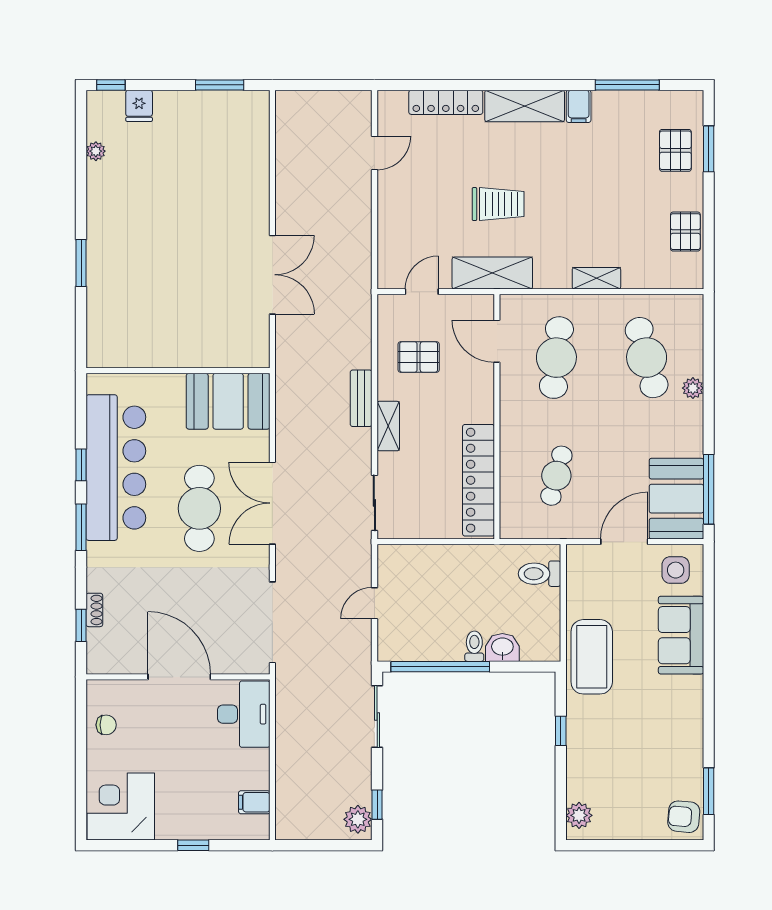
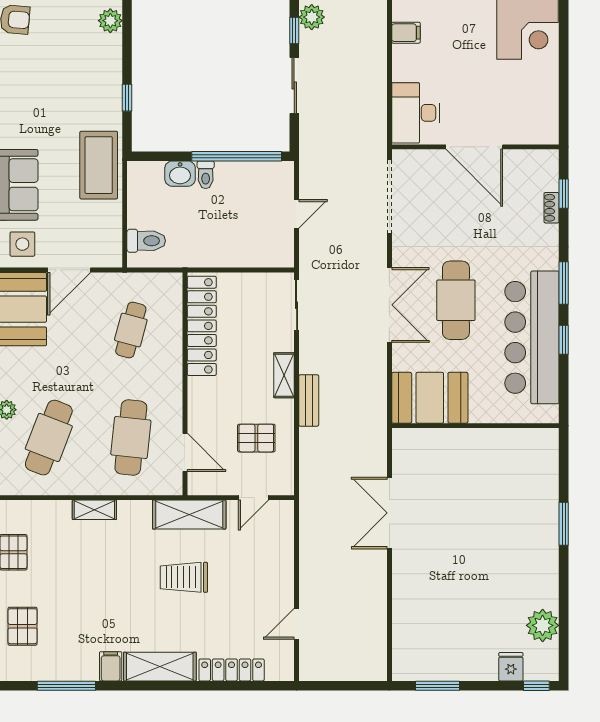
plant: (96, 151) -> (543, 625), width x1.88, depth x1.88
cafe table: (647, 358) -> (49, 438), turned 36
sliding door: (377, 716) -> (294, 86), moved
chair: (106, 725) -> (541, 103), removed

